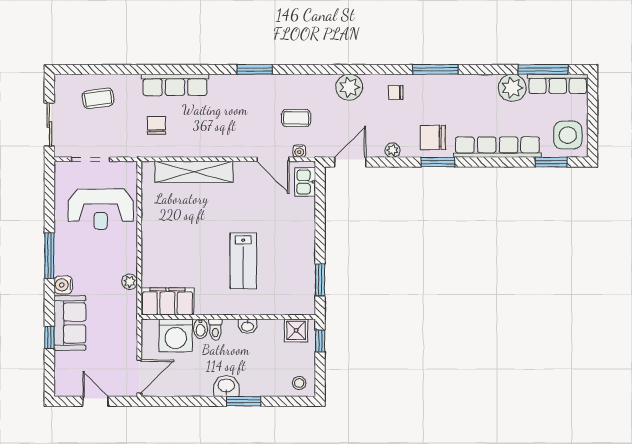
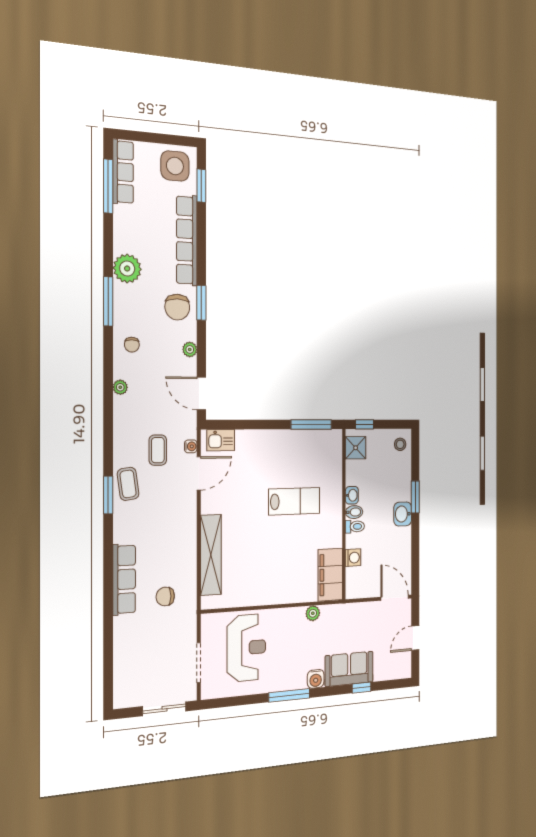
plant: (349, 87) -> (120, 387), width x0.53, depth x0.53
plant: (512, 88) -> (127, 269), moved
coffee table: (98, 98) -> (128, 484), moved
window: (320, 280) -> (311, 425), width x1.44
bidet: (201, 329) -> (354, 512), moved
washing machine: (176, 335) -> (353, 558), width x0.53, depth x0.53

